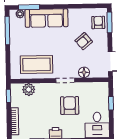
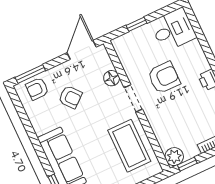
plant: (29, 90) -> (174, 157), moved
armchair: (70, 105) -> (164, 78), turned 180

